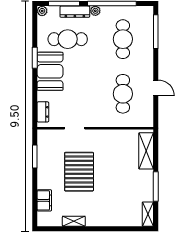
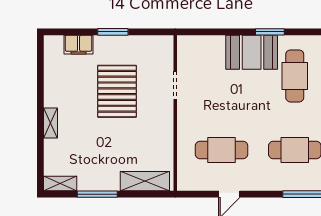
dresser: (43, 112) -> (197, 43), removed
window: (35, 157) -> (113, 32), moved
pallet: (79, 172) -> (117, 91), turned 90
shelving: (74, 221) -> (51, 123), moved

